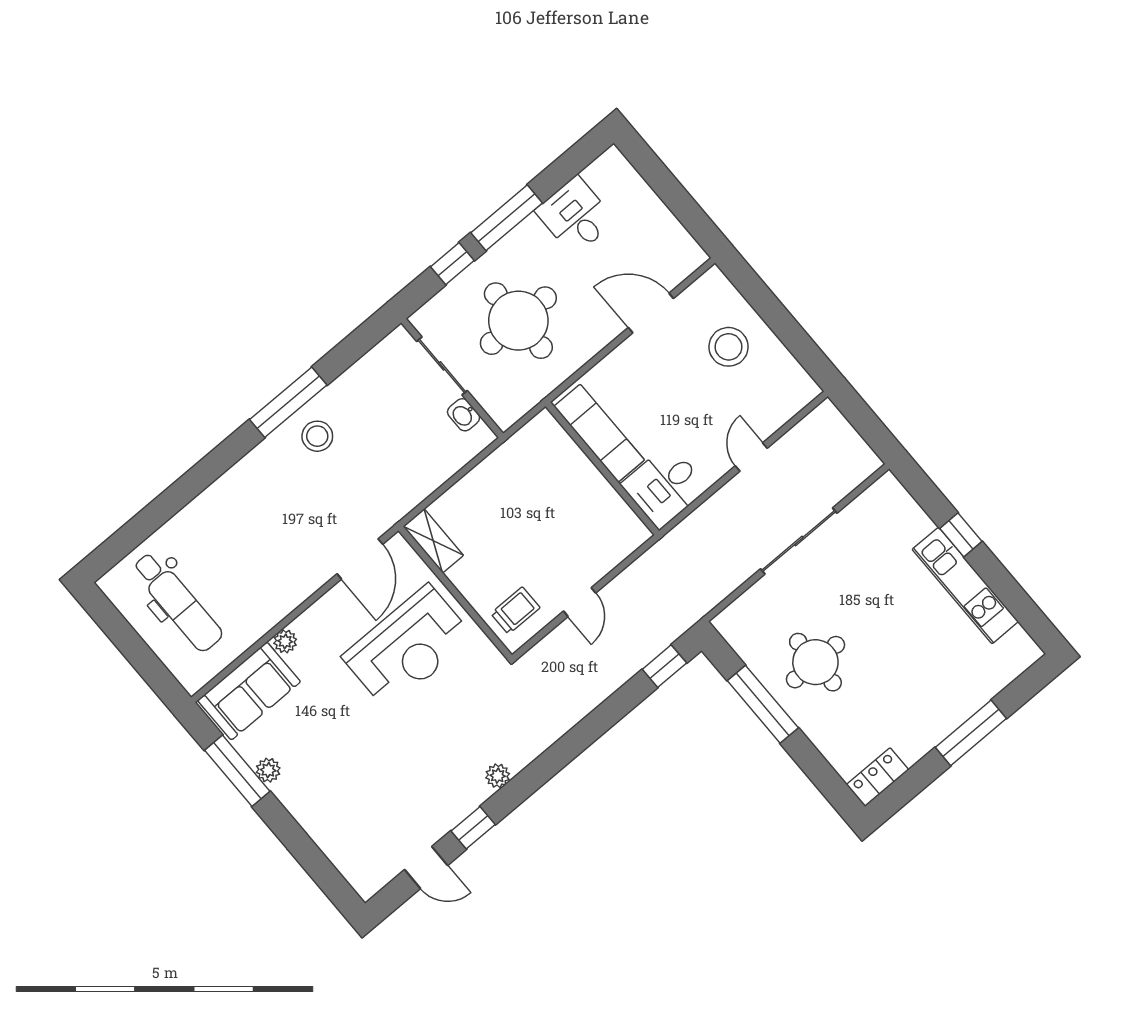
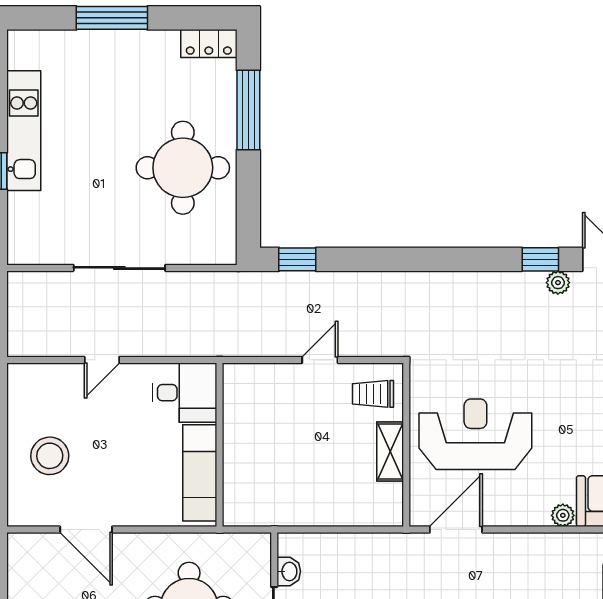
shelving: (433, 541) -> (390, 451), moved
round table: (815, 662) -> (183, 168), width x1.36, depth x1.36
window: (763, 704) -> (248, 110), moved
plant: (498, 776) -> (558, 283), moved

